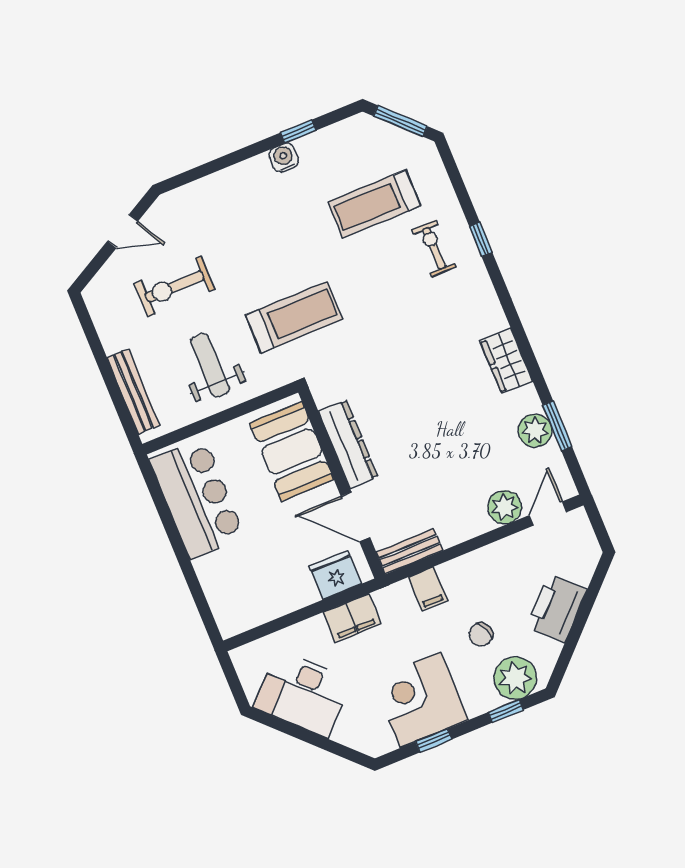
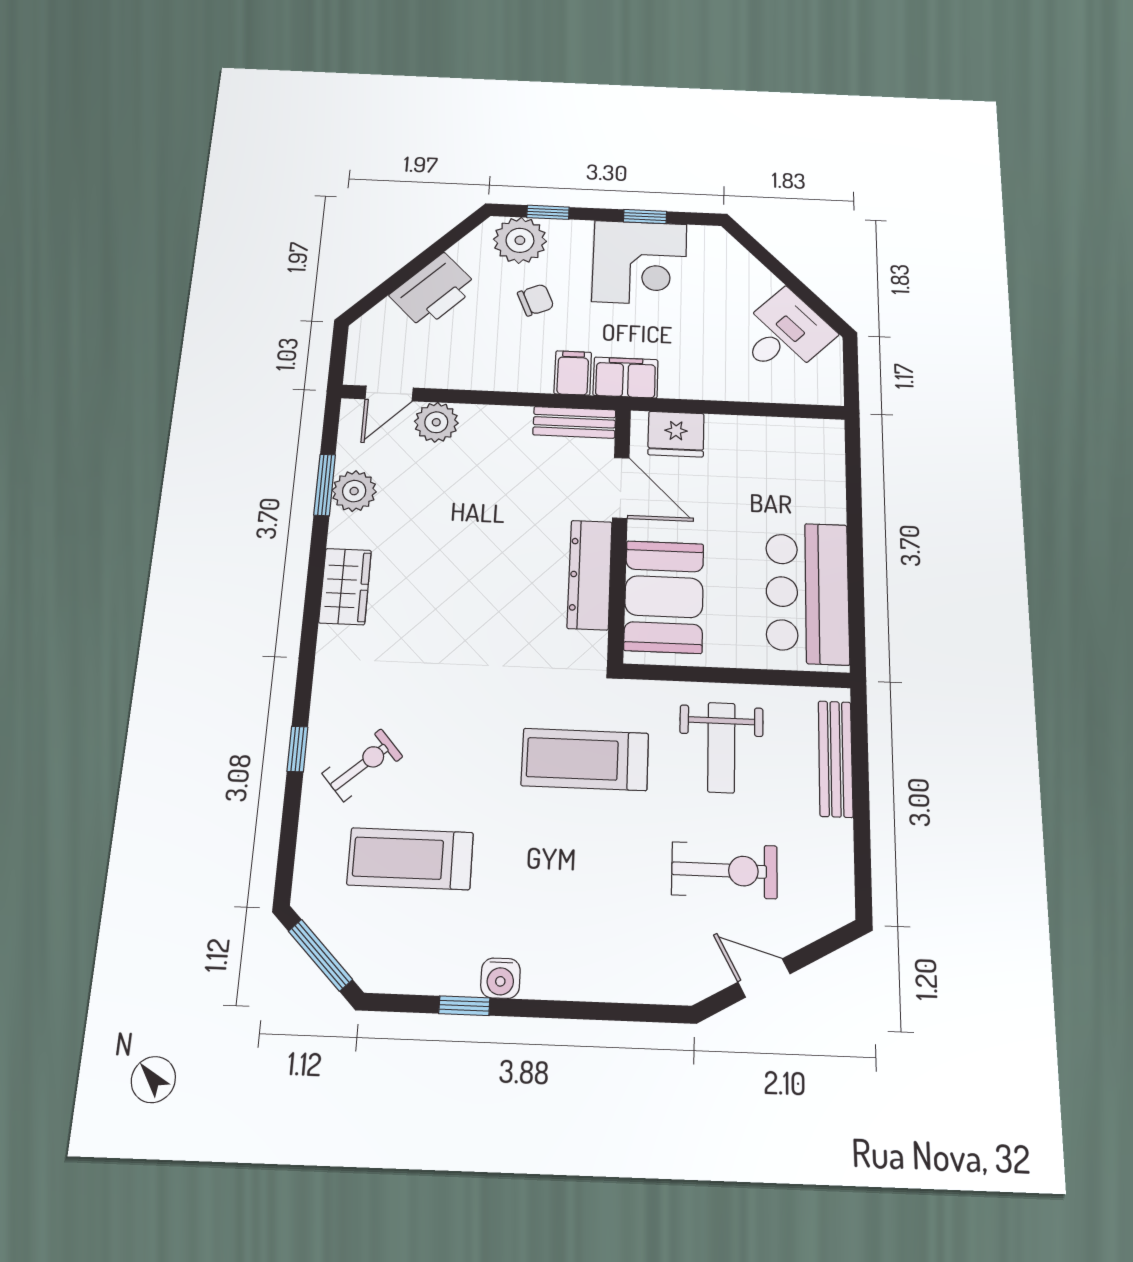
treadmill: (374, 204) -> (410, 859), turned 180
exercise bike: (434, 248) -> (363, 765), turned -130
filing cabinet: (352, 618) -> (626, 378), moved
desk: (303, 694) -> (784, 334), width x0.73

